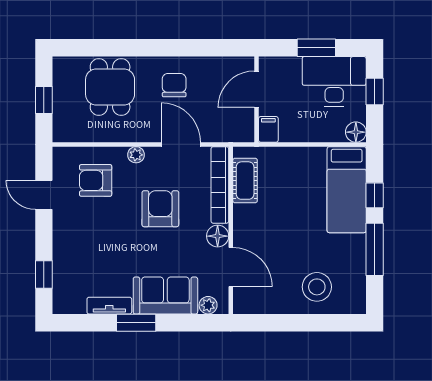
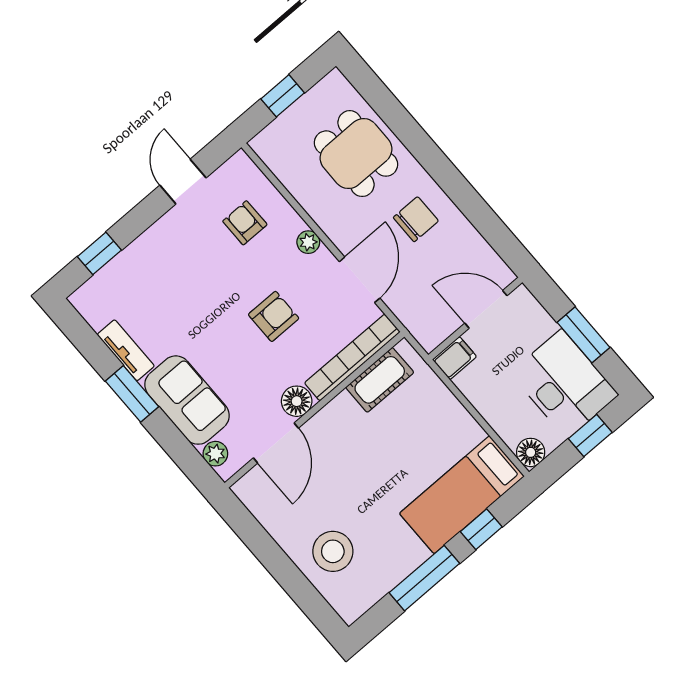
dining table: (110, 87) -> (356, 154), turned 90
armchair: (96, 180) -> (245, 223), width x0.72, depth x0.72
armchair: (160, 209) -> (274, 316), width x0.72, depth x0.72

